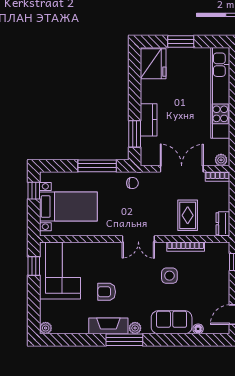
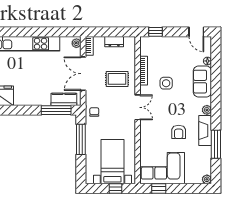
kitchen counter: (149, 120) -> (64, 99), moved
window: (135, 134) -> (56, 110), width x1.44
window: (34, 191) -> (116, 189), moved
rug: (188, 215) -> (117, 79), moved
dresser: (223, 224) -> (114, 42), moved
window: (124, 340) -> (216, 144), moved

